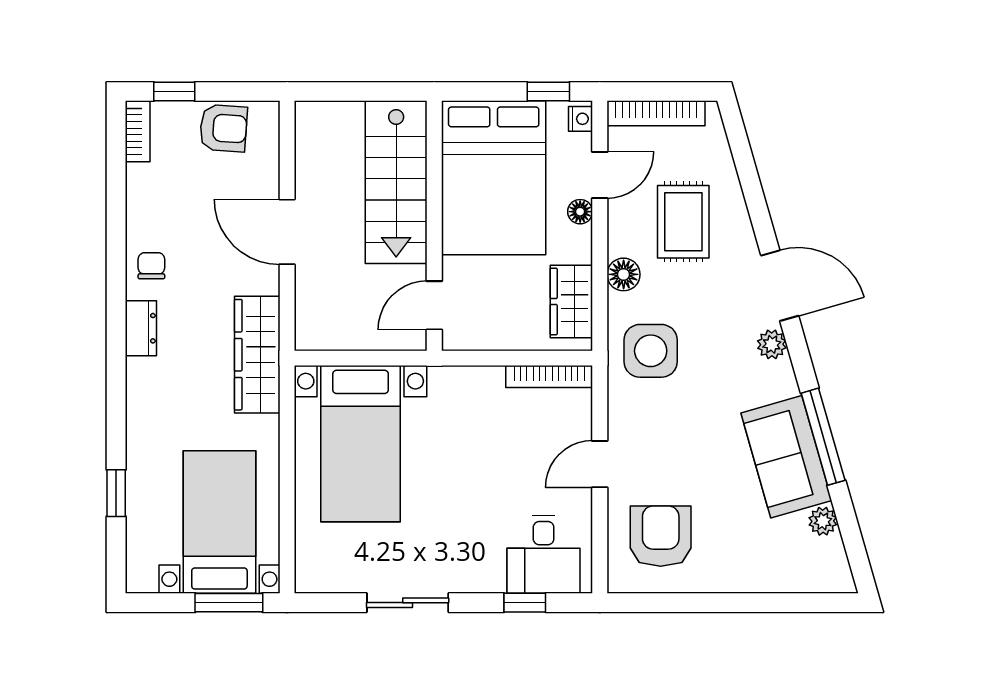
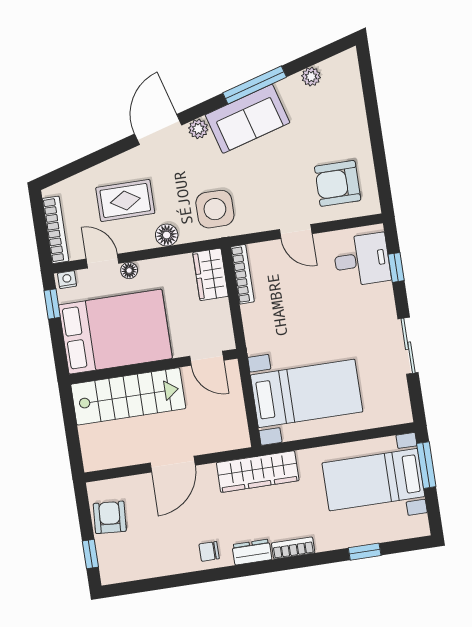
bookcase: (138, 131) -> (293, 548), moved
wardrobe: (571, 301) -> (210, 274), moved, turned 90
sofa: (786, 457) -> (248, 119), moved

